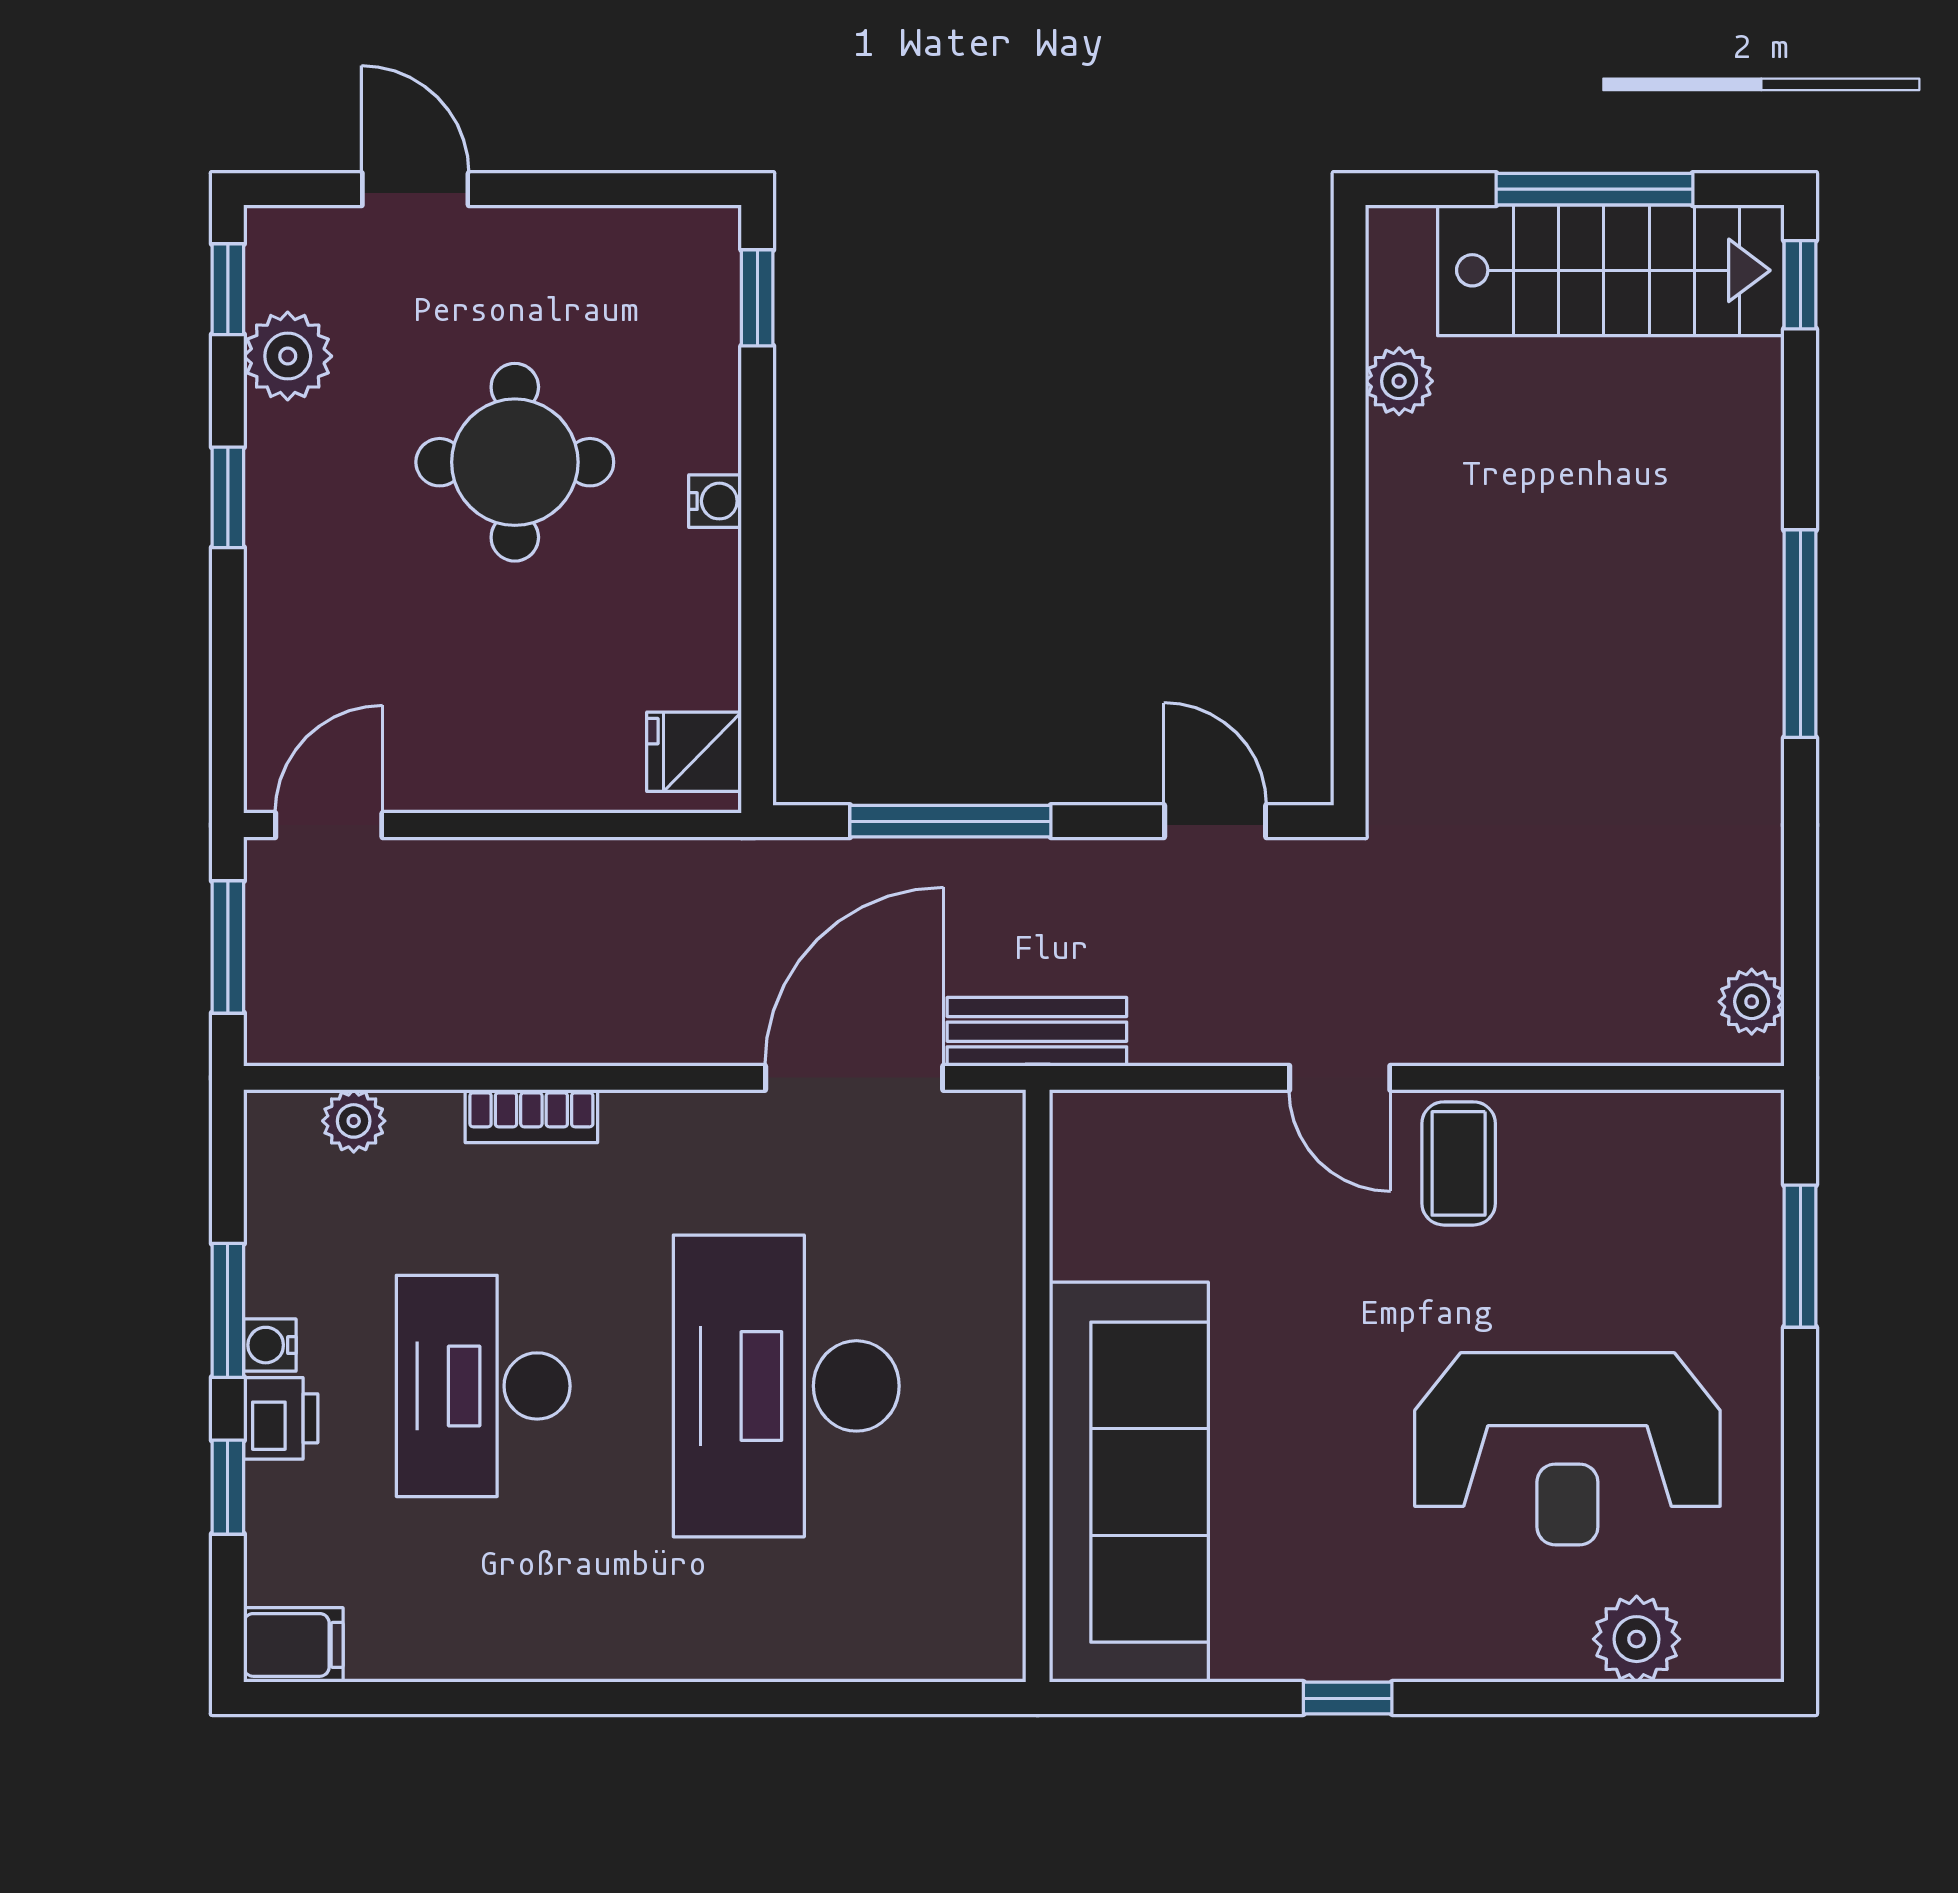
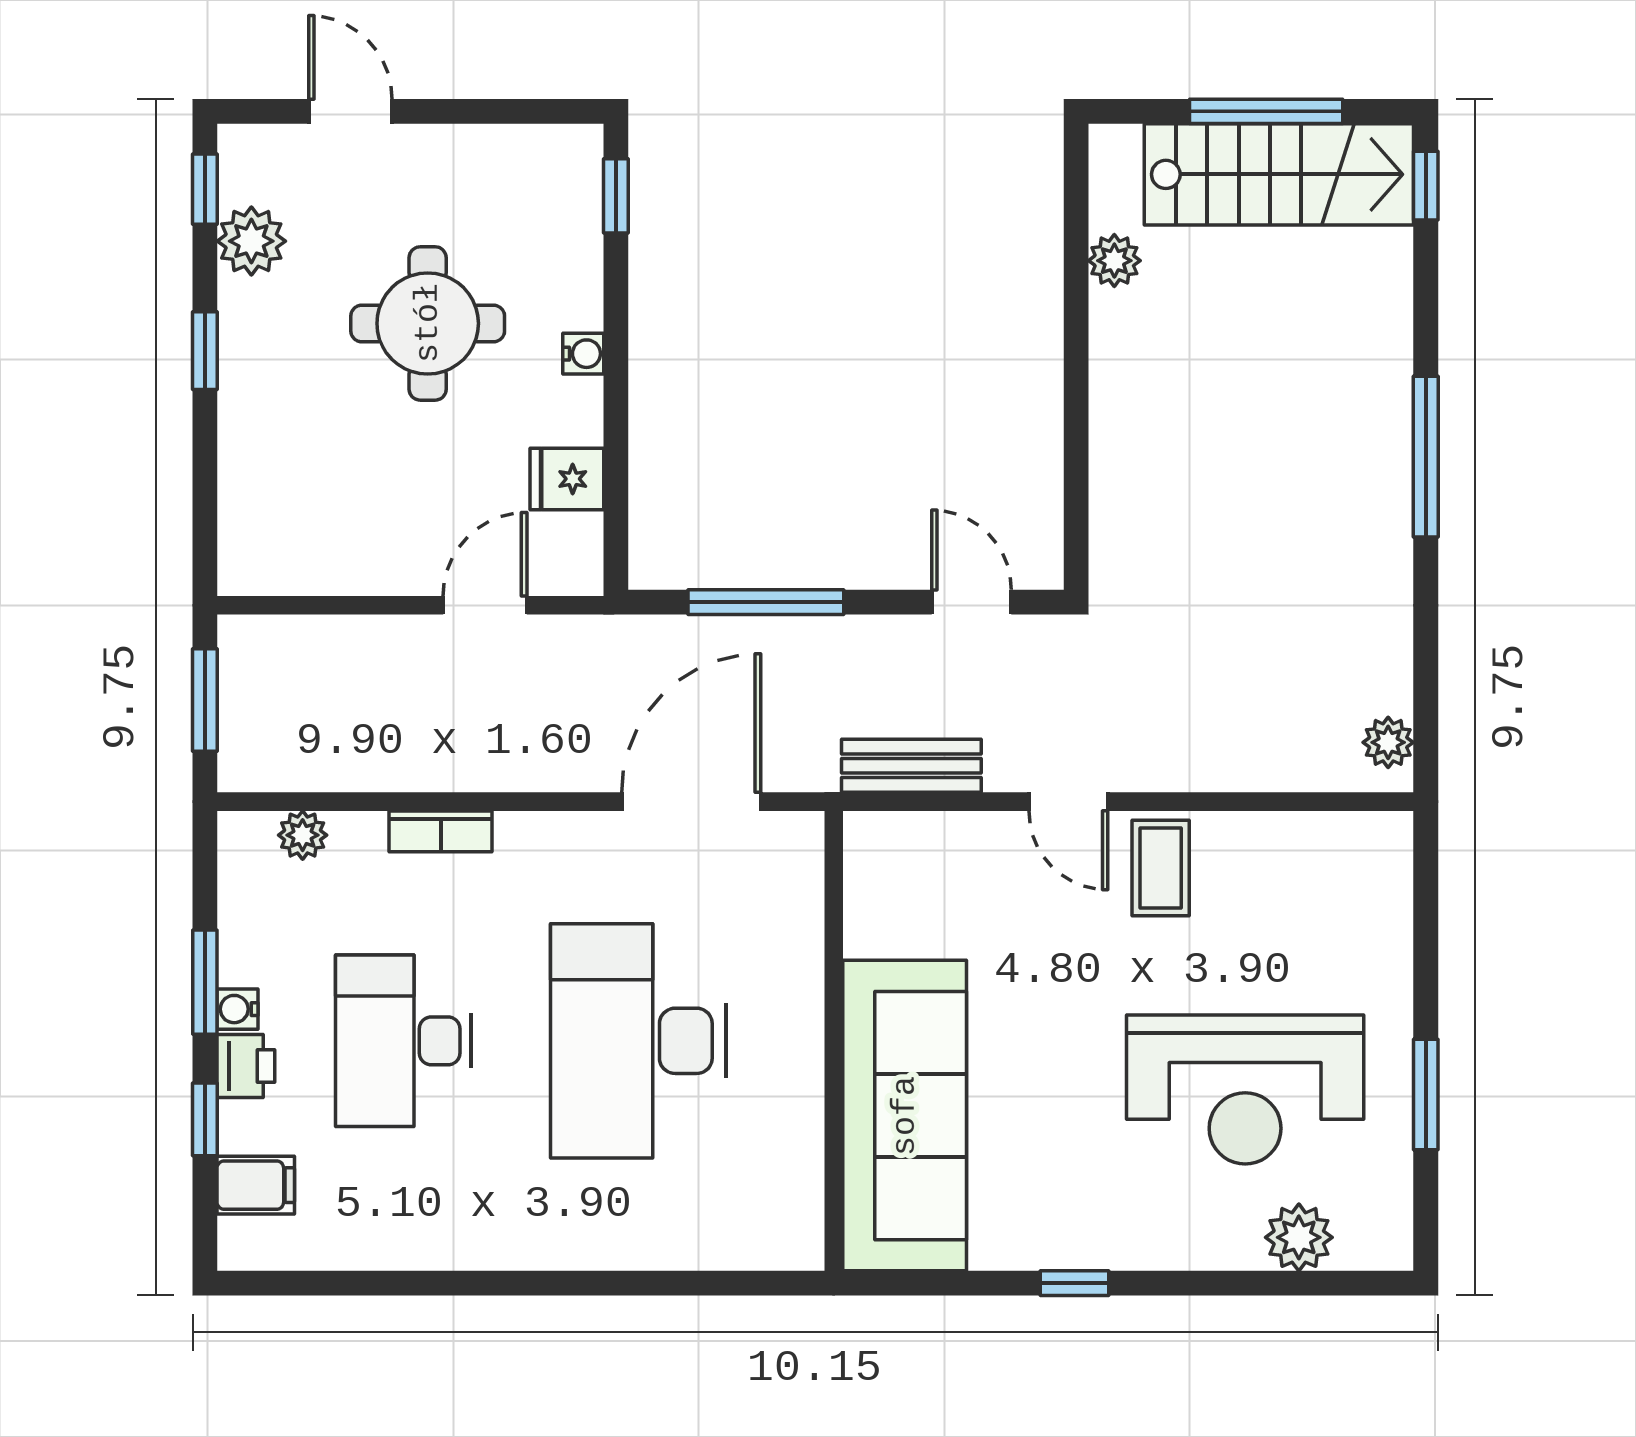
fridge: (694, 752) -> (567, 479), moved
door: (329, 825) -> (485, 605), moved
bench: (1037, 1032) -> (911, 766), moved
window: (1800, 1256) -> (1426, 1094), moved
filing cabinet: (293, 1645) -> (256, 1185), moved

